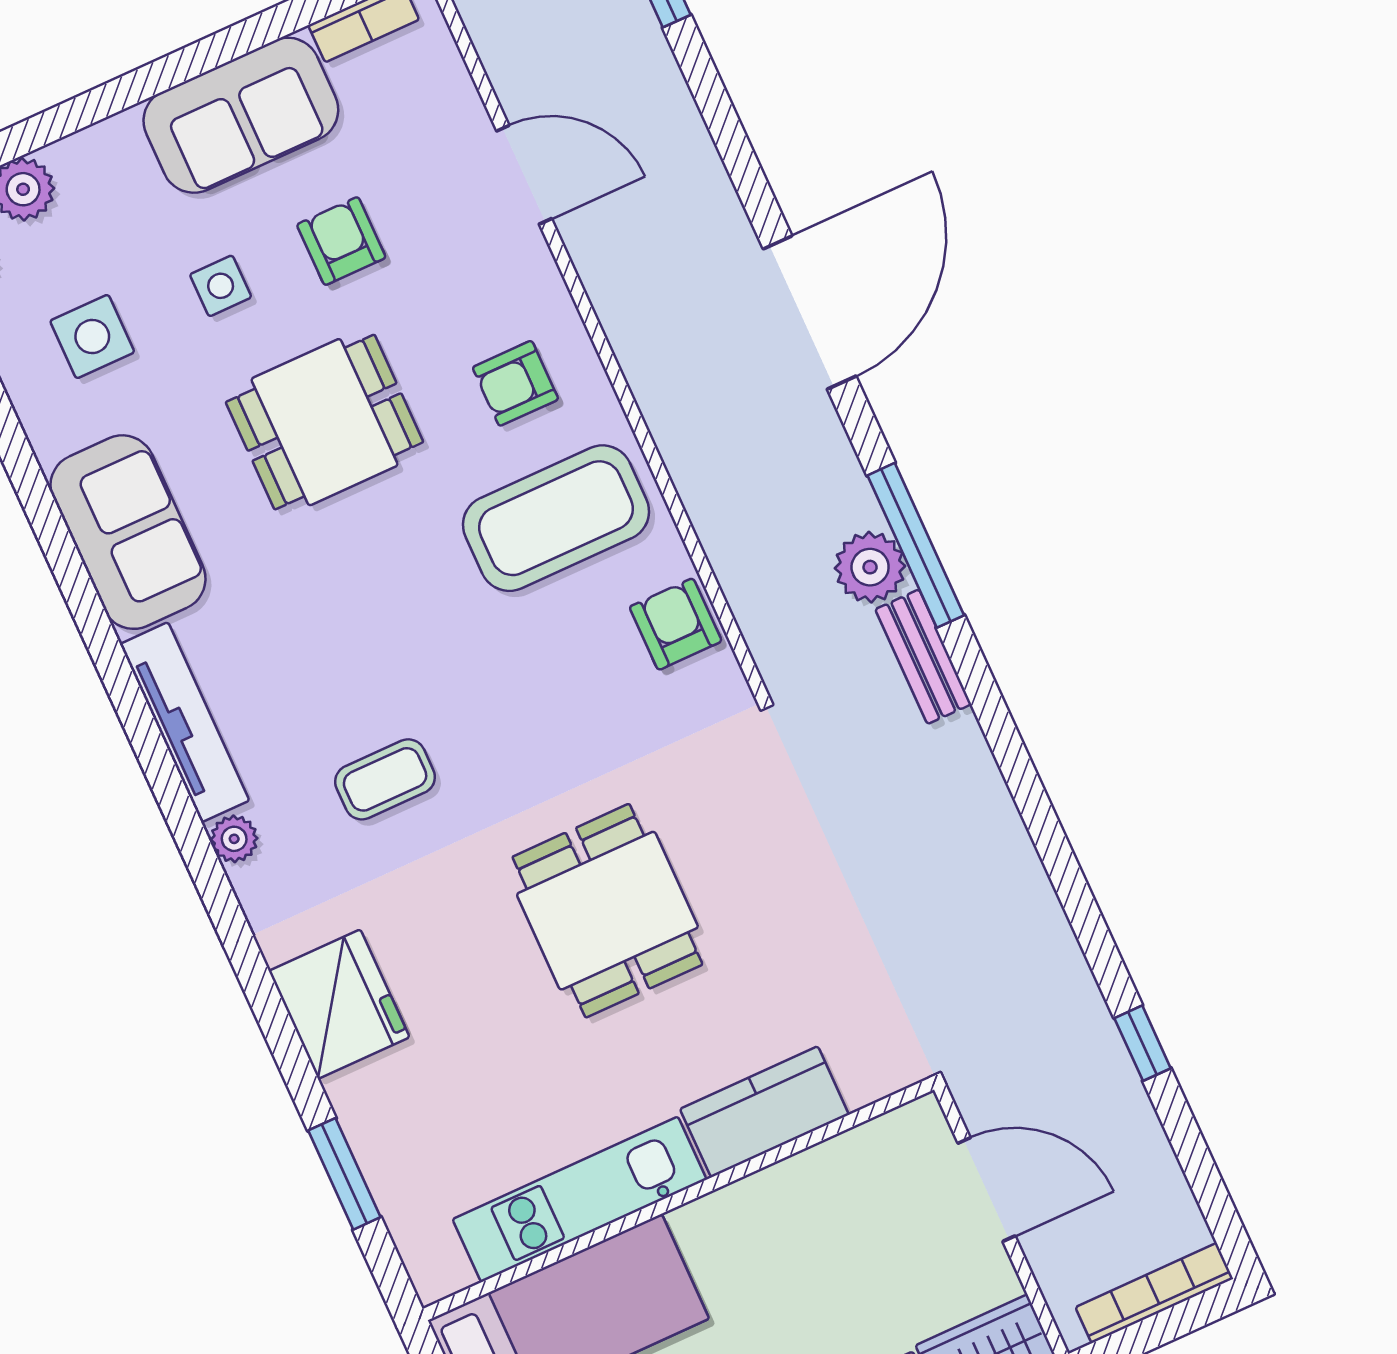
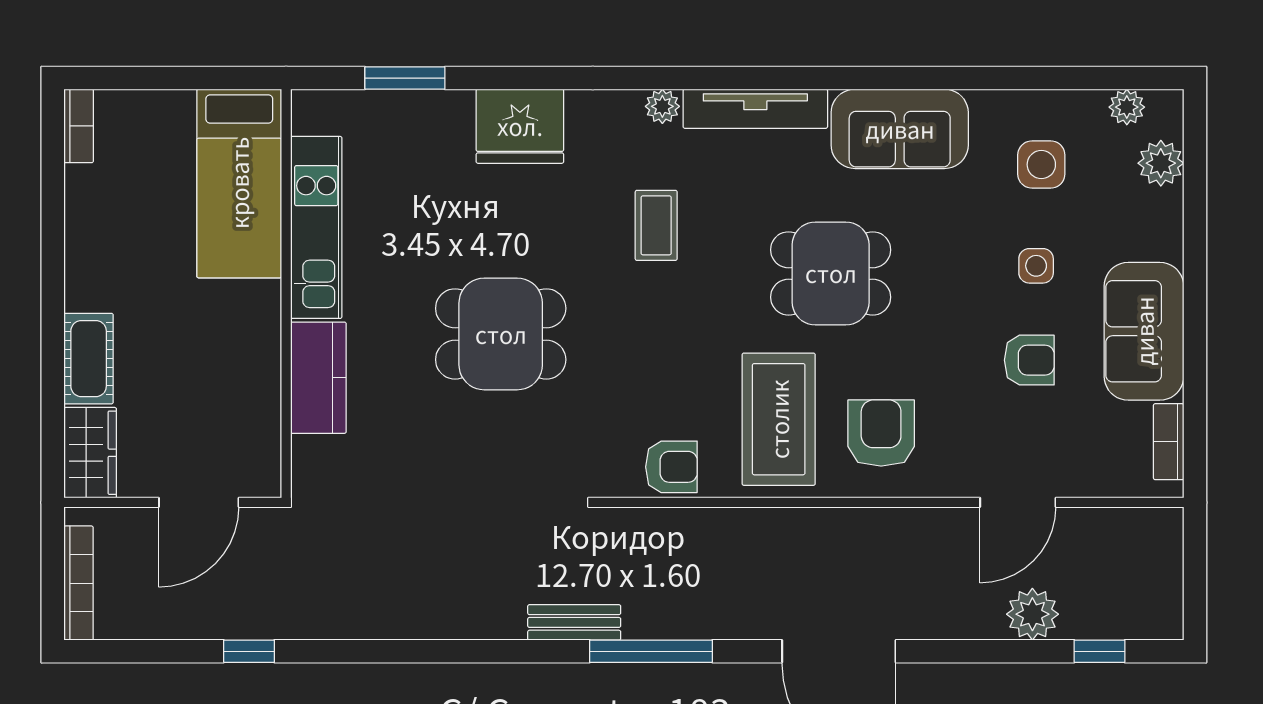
armchair: (515, 383) -> (881, 433), width x1.38, depth x1.38
dining table: (324, 422) -> (831, 273), moved, turned 90
plant: (870, 567) -> (1032, 614), moved

